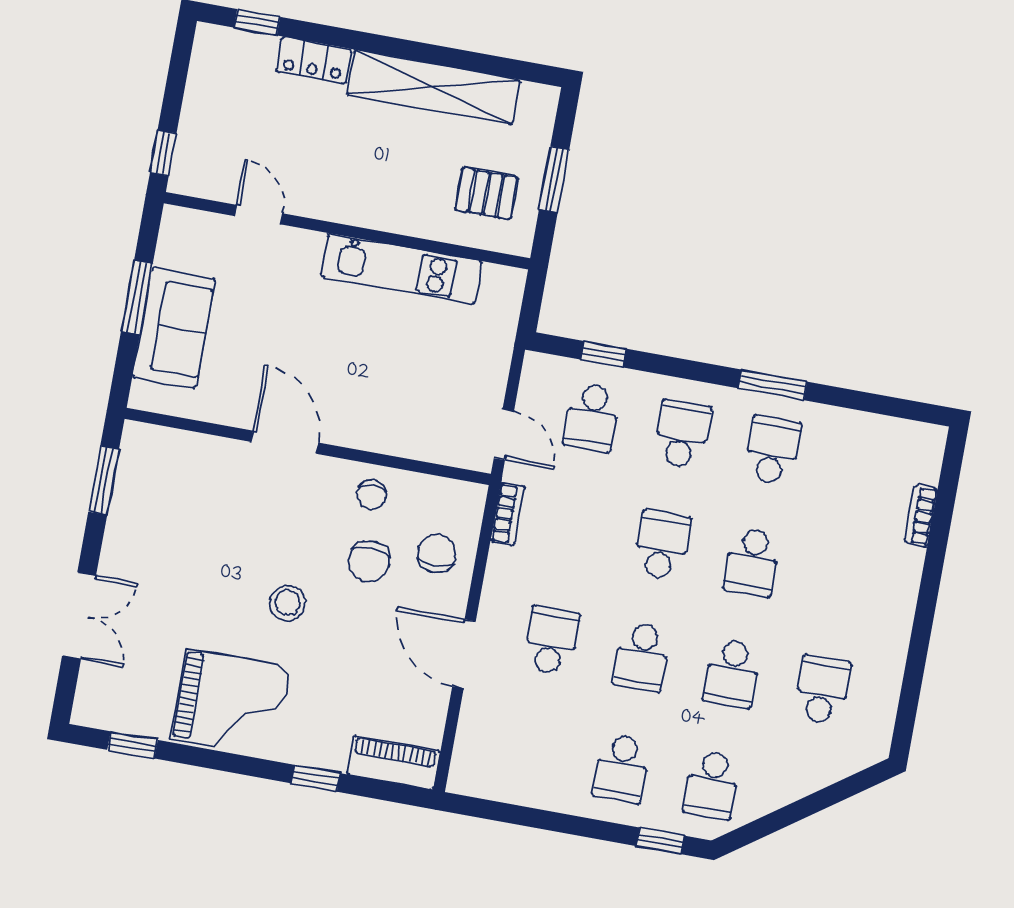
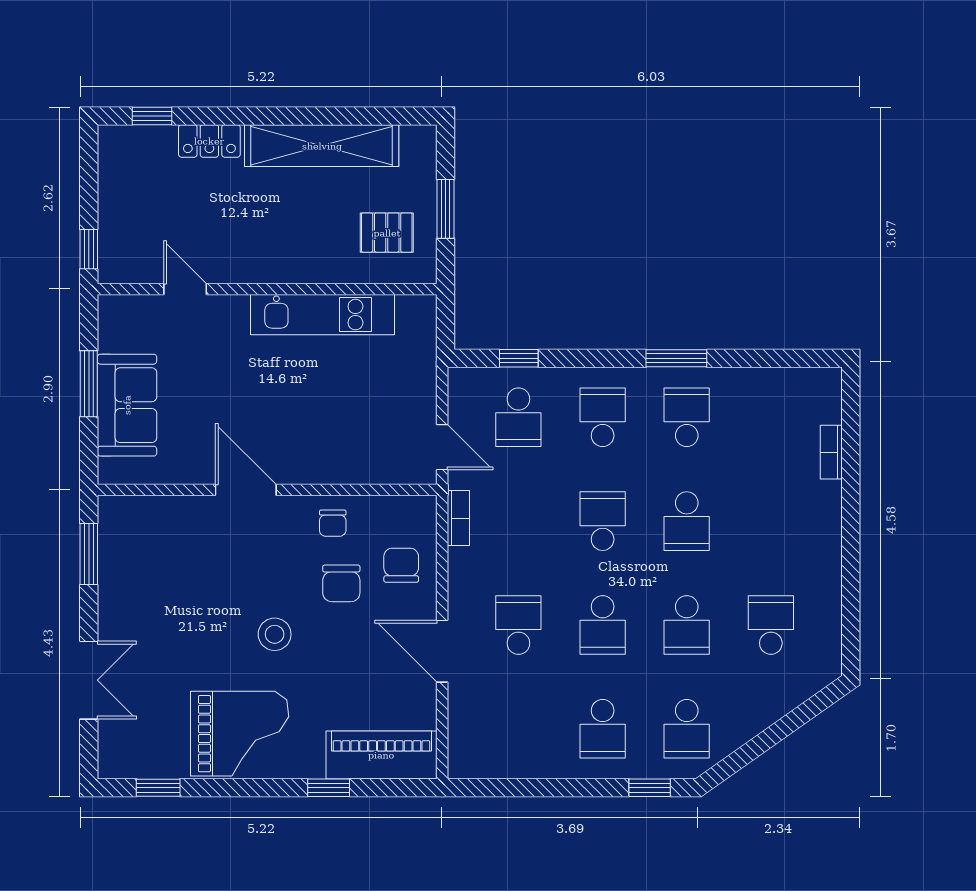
piano: (393, 763) -> (381, 755), width x1.37, depth x1.33

